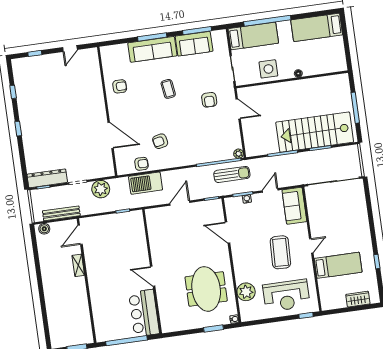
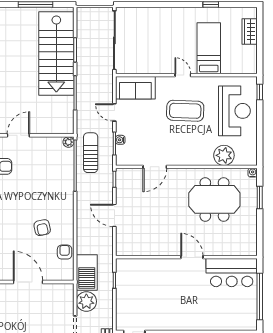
door: (111, 135) -> (28, 282), hinge flipped
barbecue: (146, 183) -> (87, 273), moved
door: (153, 276) -> (192, 257), swing flipped

